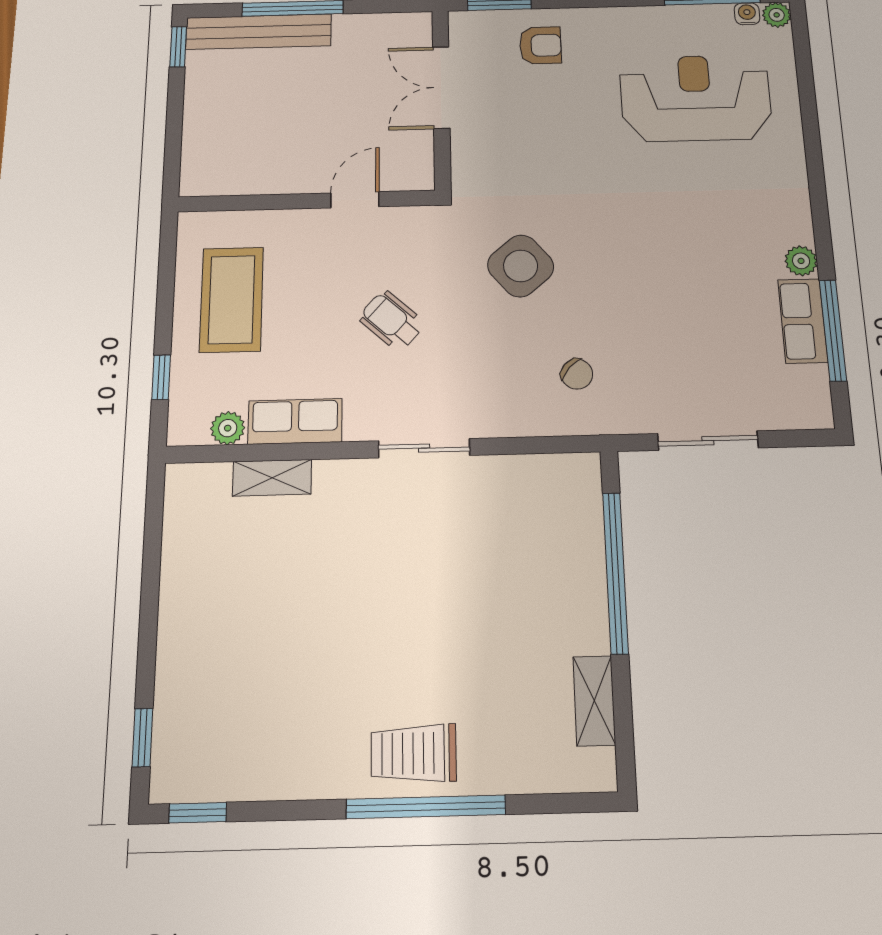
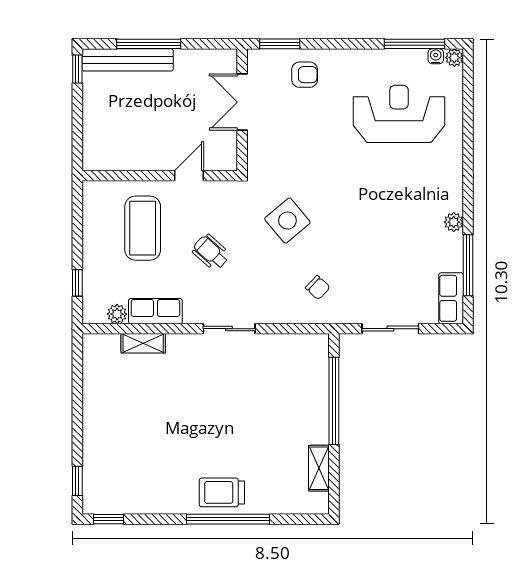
coffee table: (232, 299) -> (143, 228), moved
row of seats: (803, 321) -> (451, 298), moved

